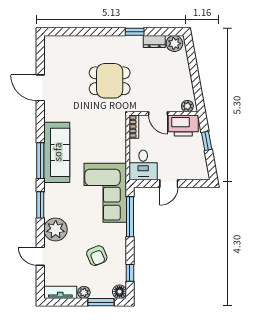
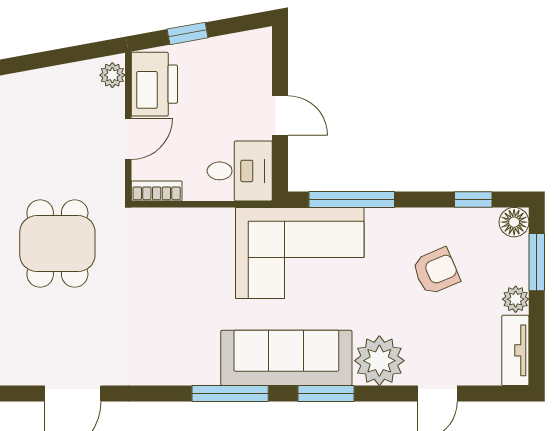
sofa: (57, 152) -> (286, 358), moved

